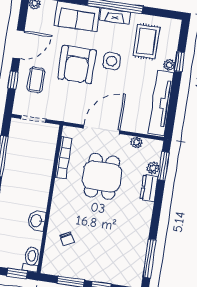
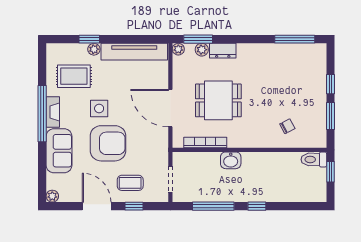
plant: (136, 142) -> (178, 49), moved
washbasin: (36, 221) -> (231, 160), moved

